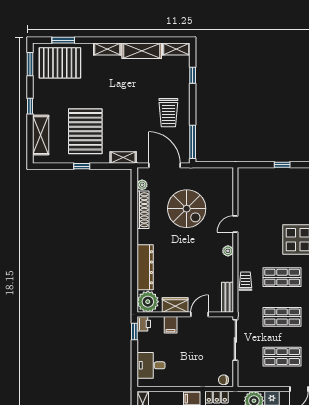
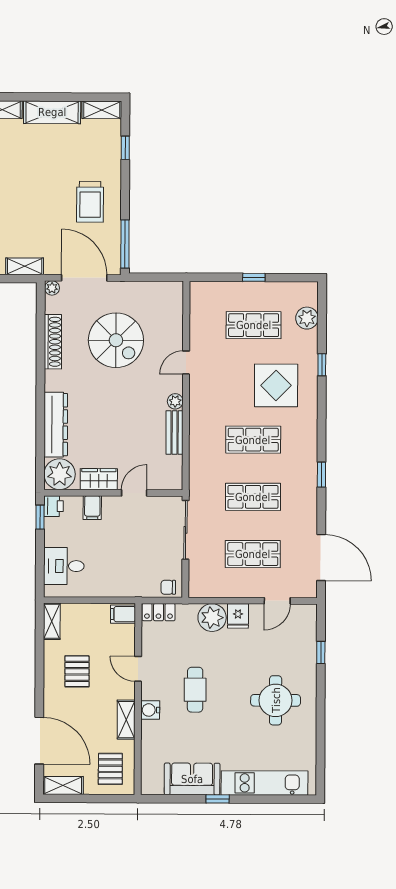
plant: (142, 185) -> (52, 288), moved
shop shelf: (282, 198) -> (254, 325), added
trolley: (246, 281) -> (201, 445), removed
bench: (227, 297) -> (175, 433), moved

